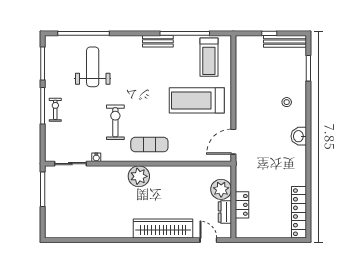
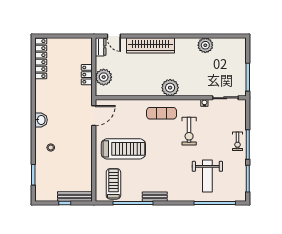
bench: (285, 41) -> (75, 196), moved
locker: (242, 205) -> (87, 75), moved
dresser: (225, 212) -> (101, 47), moved
plant: (95, 229) -> (205, 45), added

